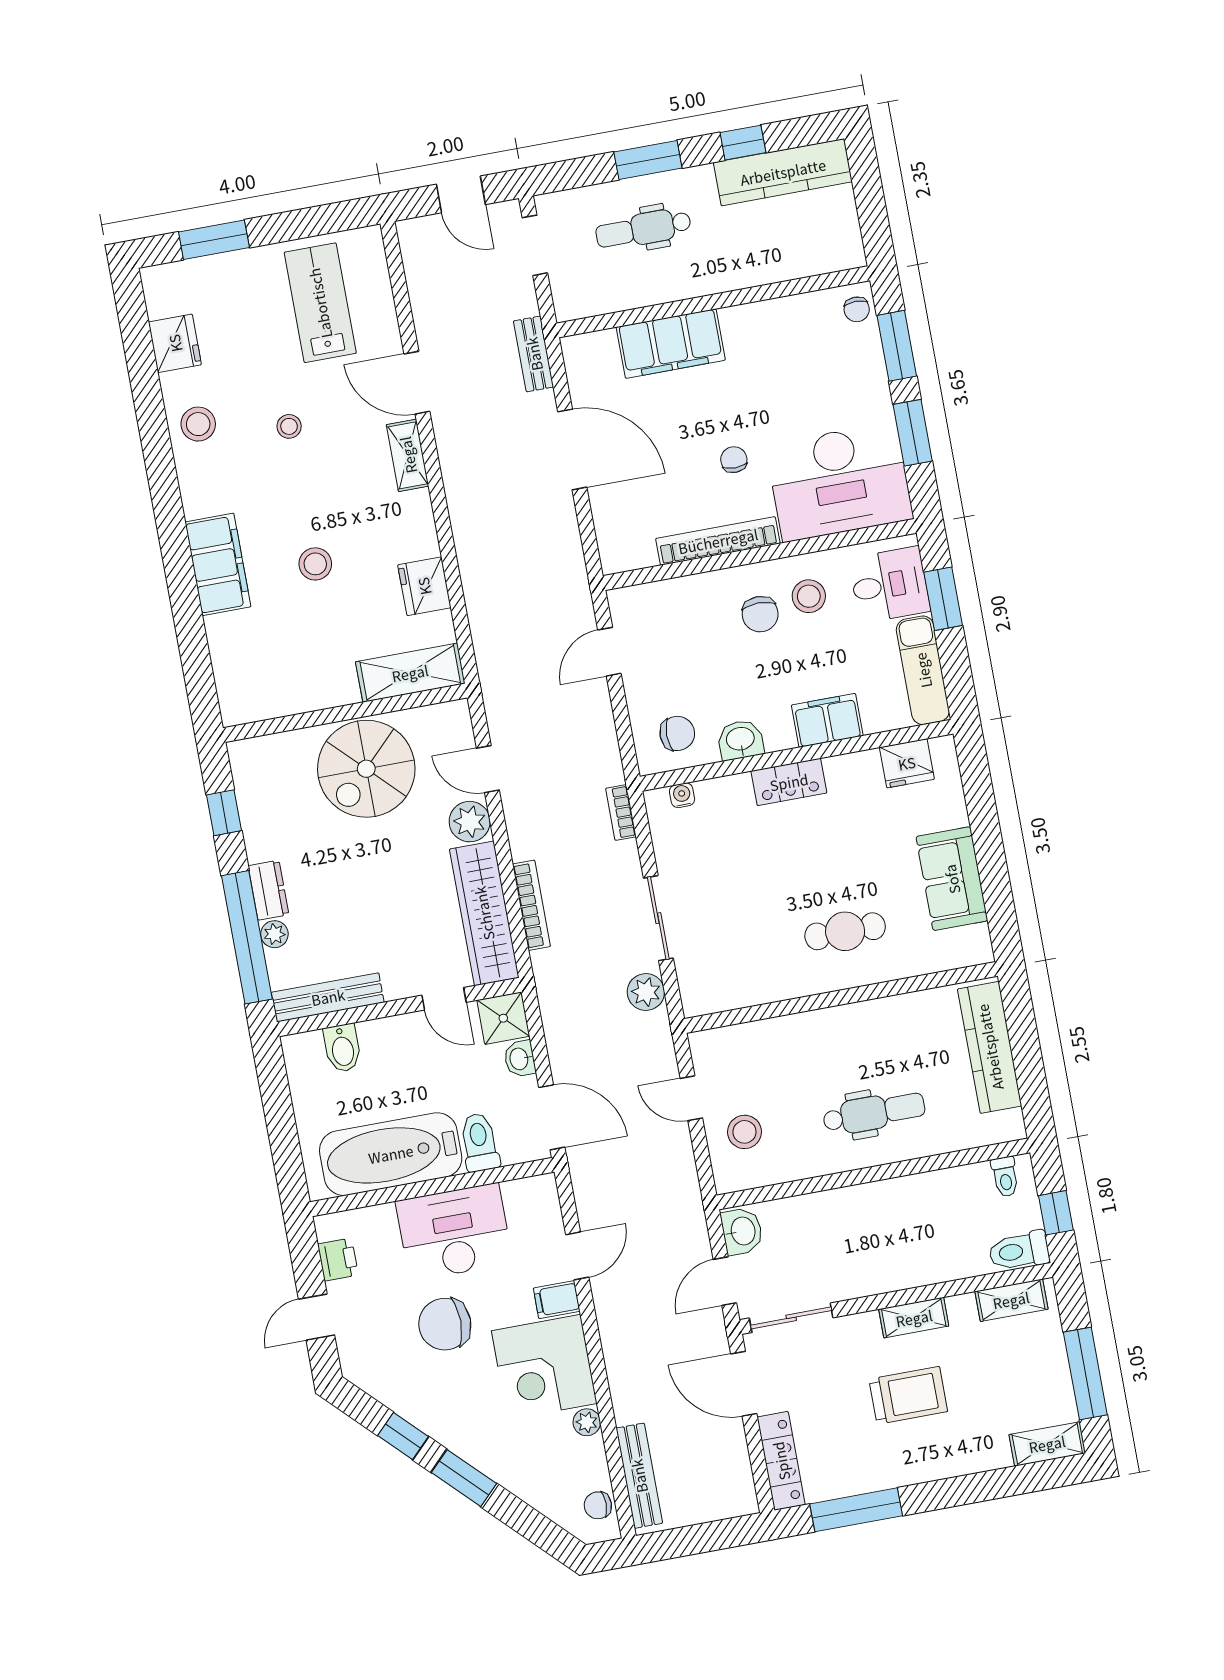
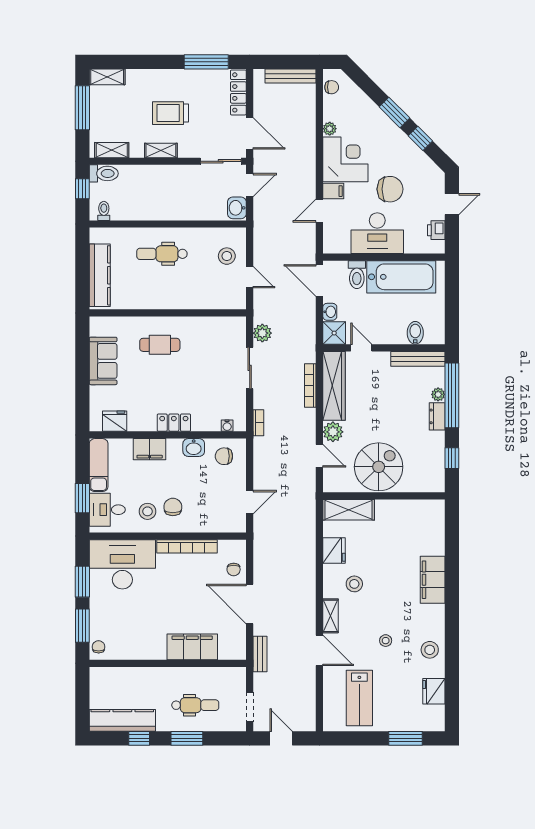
chair: (734, 460) -> (234, 569), moved
stool: (315, 564) -> (354, 584), moved
bench: (639, 1476) -> (291, 76), moved, turned 90

